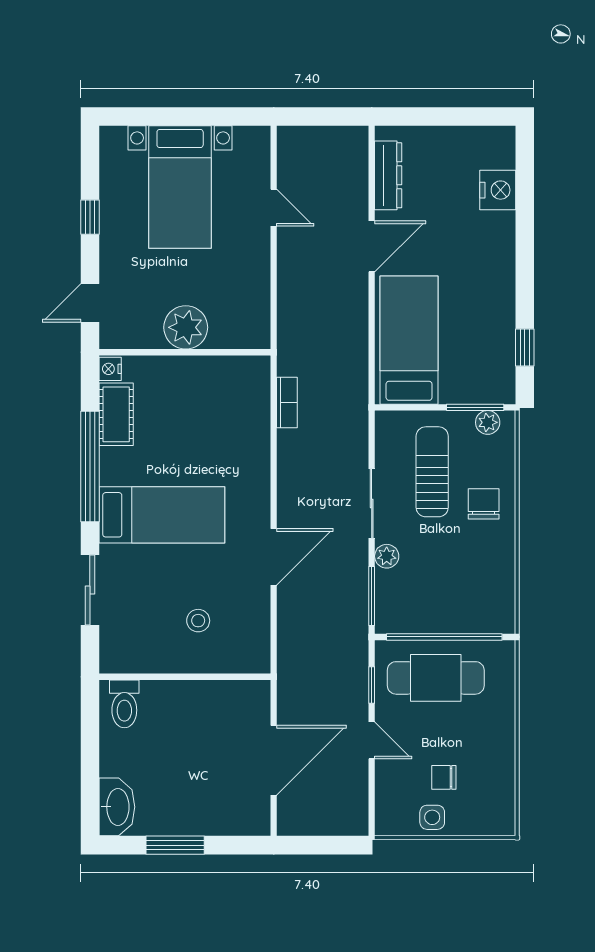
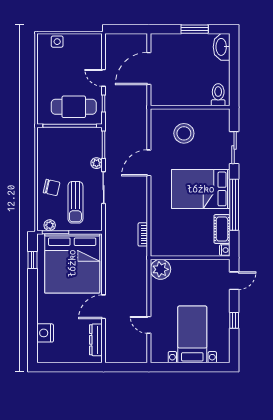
plant: (186, 327) -> (160, 269), moved
bed: (409, 340) -> (72, 263), width x2.04
chair: (484, 504) -> (52, 187), turned -77
bed: (162, 515) -> (201, 189), width x1.50
stool: (198, 621) -> (184, 133), width x1.89, depth x1.89
chair: (444, 777) -> (70, 61), removed
side table: (432, 817) -> (57, 42), moved

